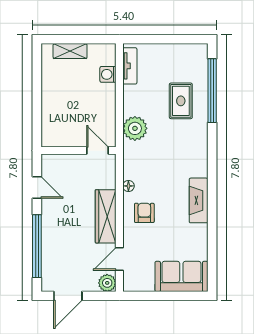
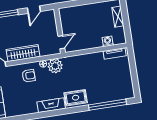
rug: (181, 101) -> (76, 98), moved
plant: (135, 128) -> (55, 66), moved
fireplace: (199, 200) -> (51, 105), moved

